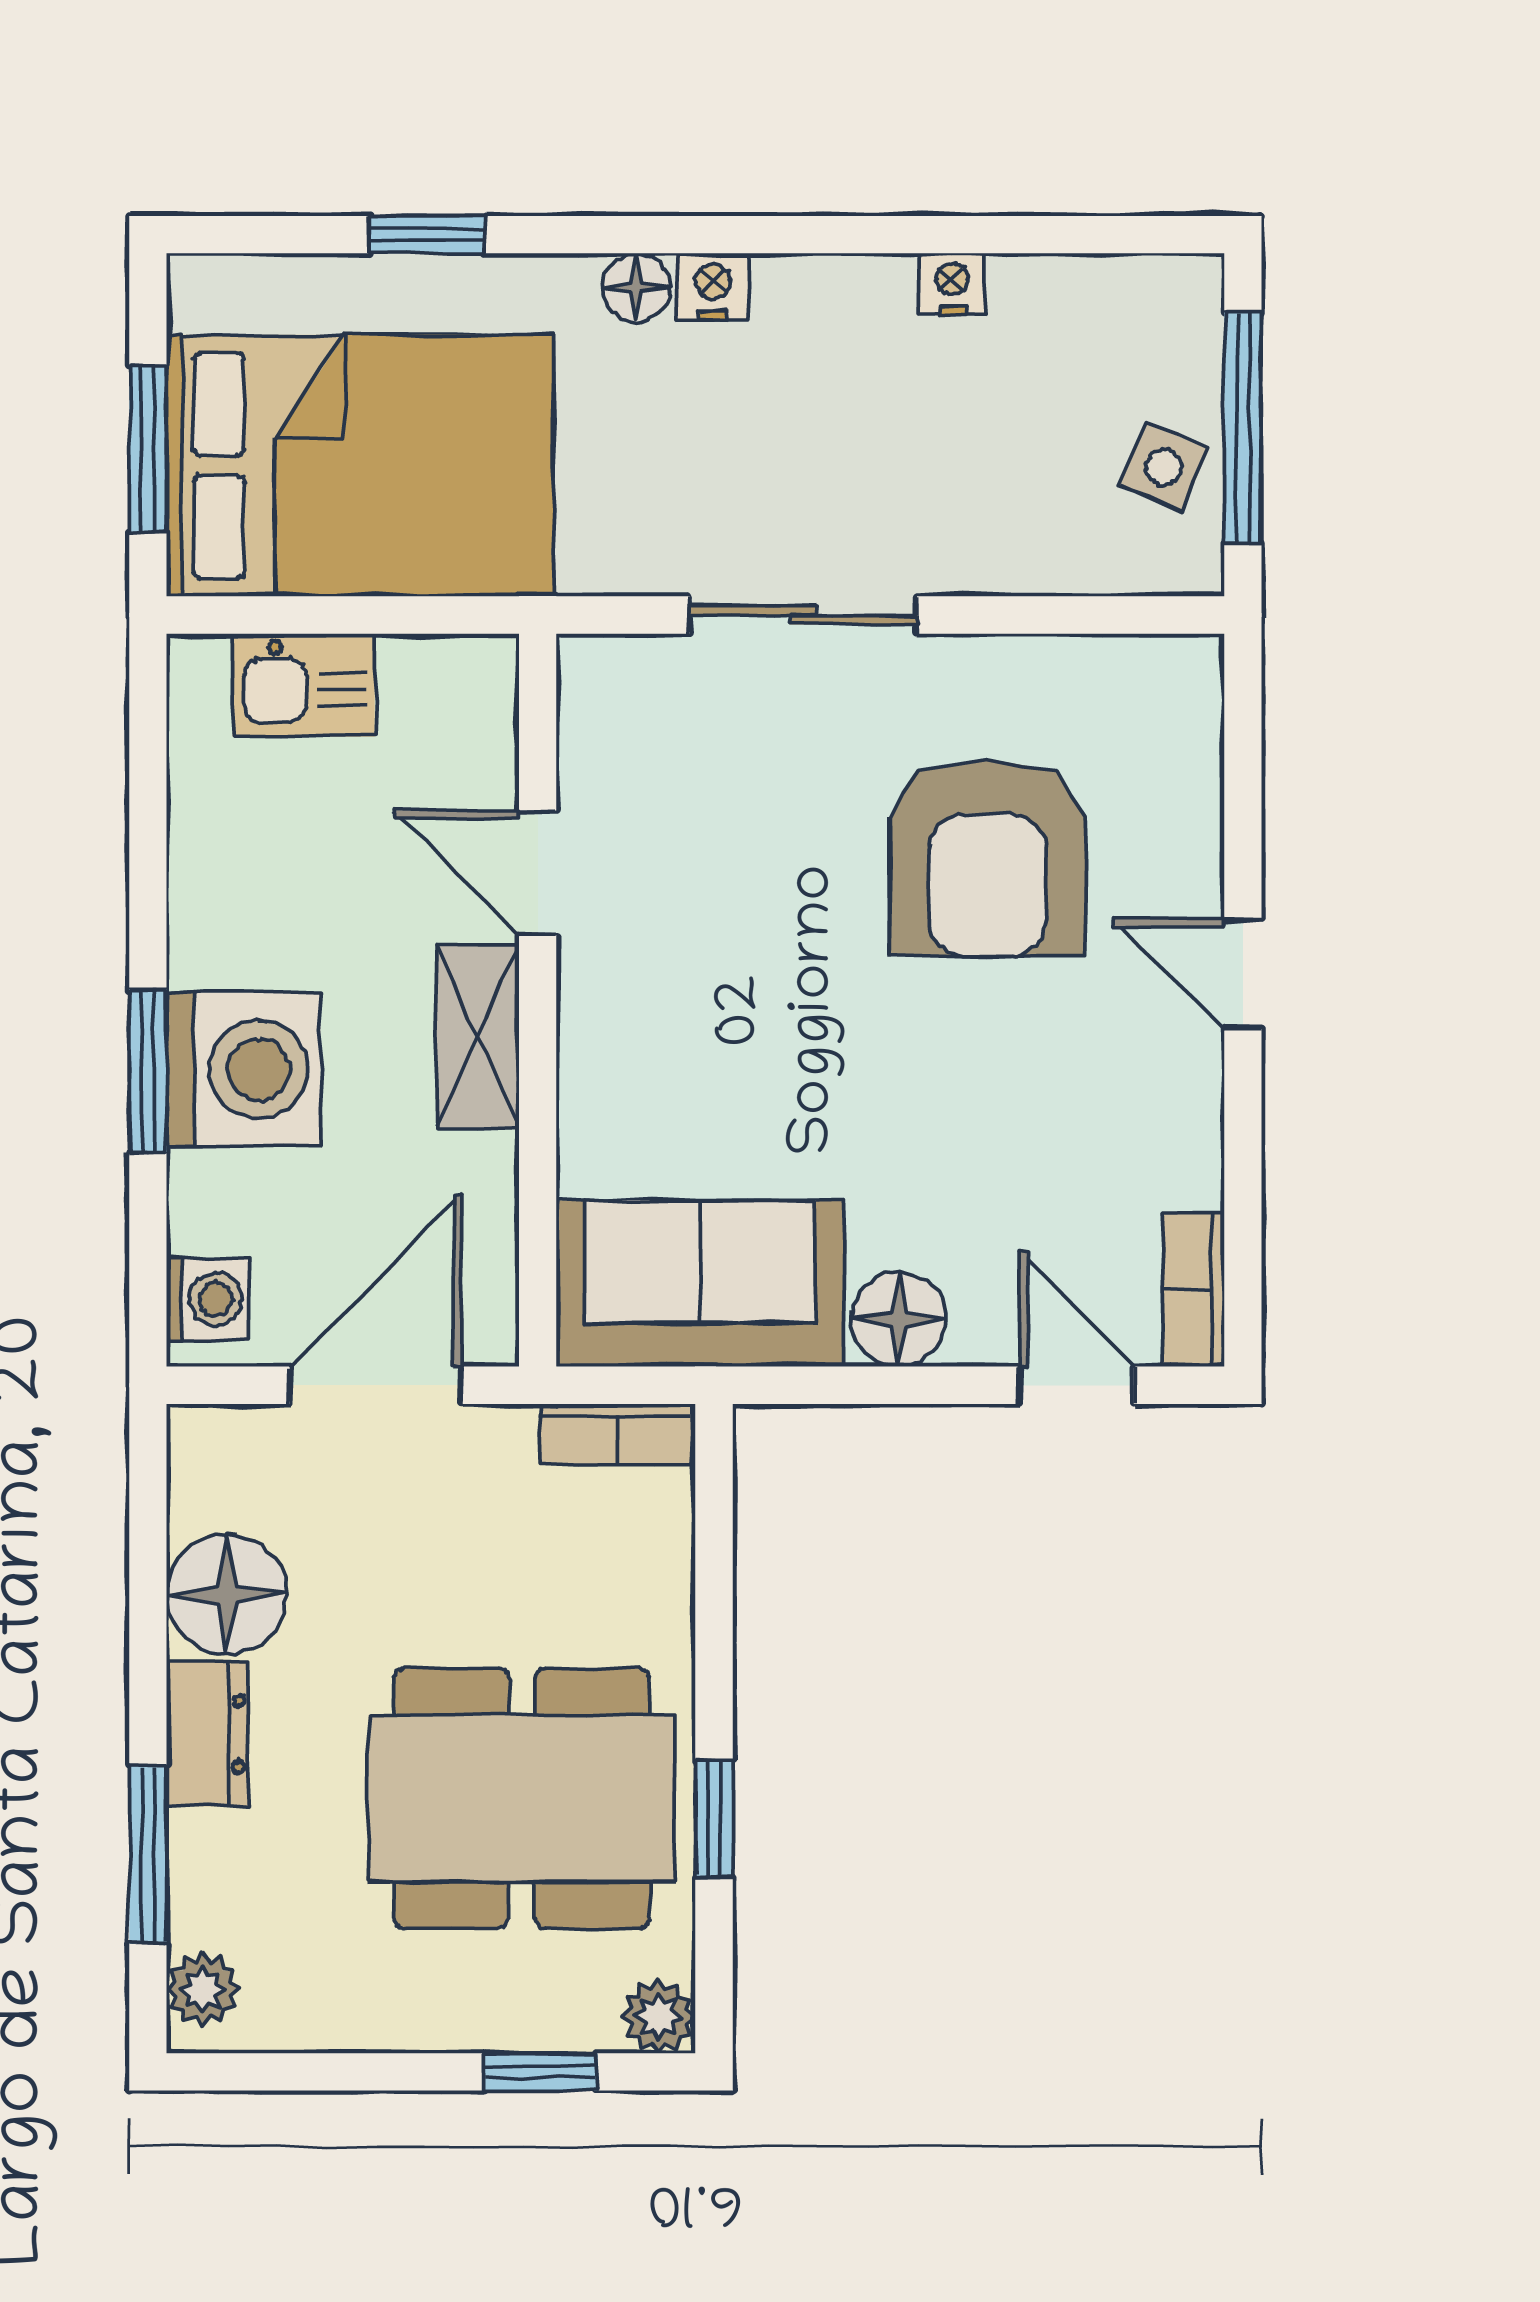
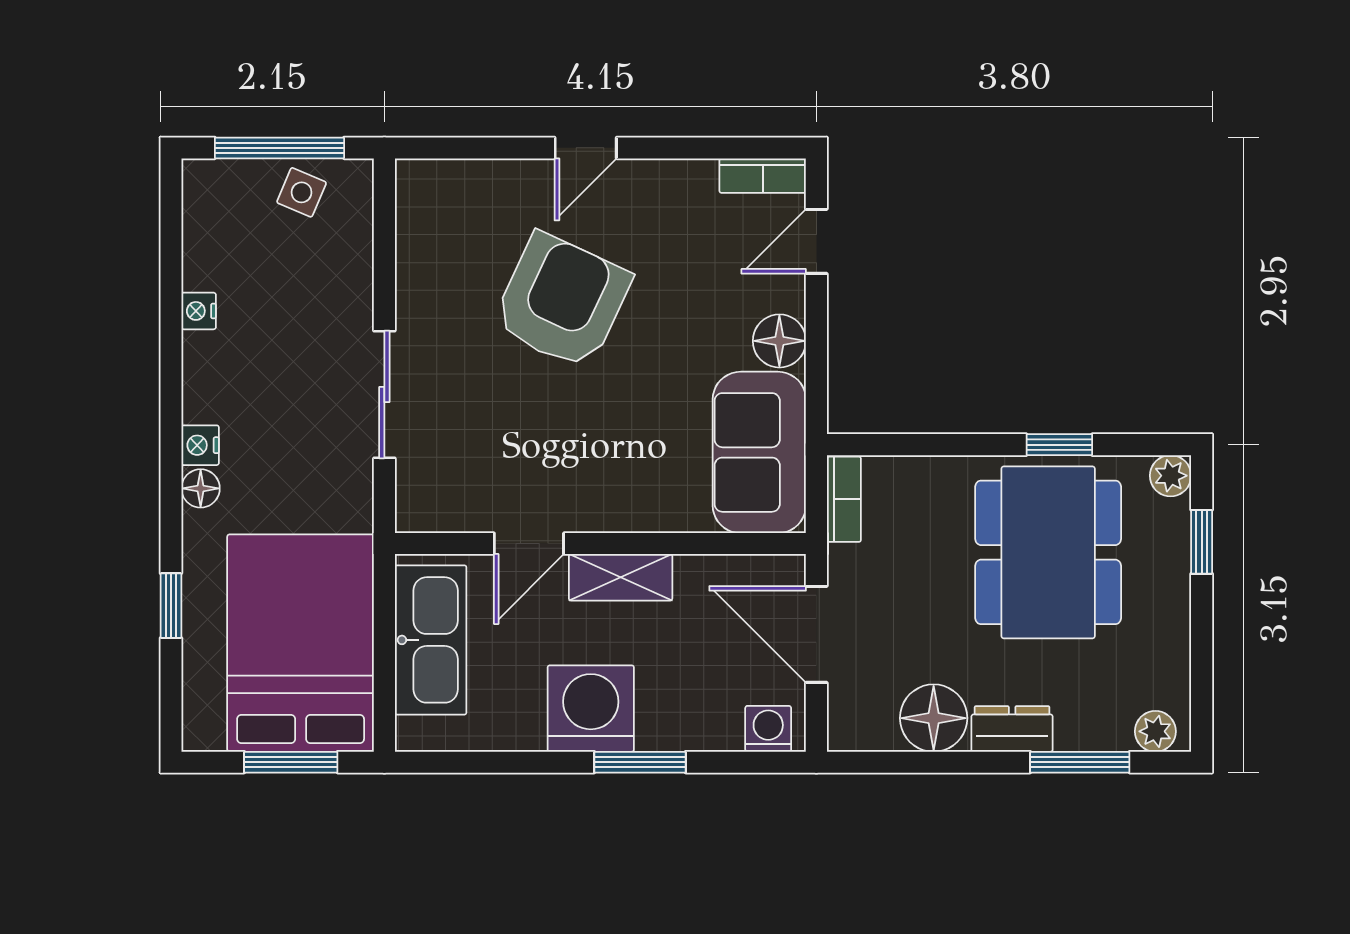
kitchen sink: (304, 685) -> (431, 640), width x1.87, depth x1.24
armchair: (987, 857) -> (562, 301), moved, turned -65
washing machine: (243, 1069) -> (591, 709), moved

